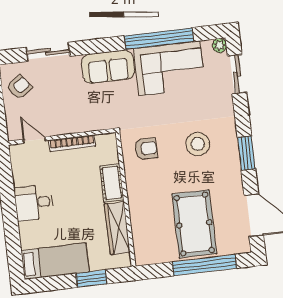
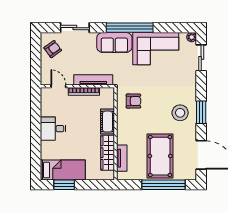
window: (159, 39) -> (130, 28), moved
tv unit: (84, 125) -> (93, 80), added
stool: (198, 144) -> (180, 113), moved
tv unit: (139, 234) -> (122, 158), added
window: (92, 279) -> (64, 185), moved

